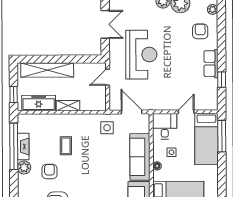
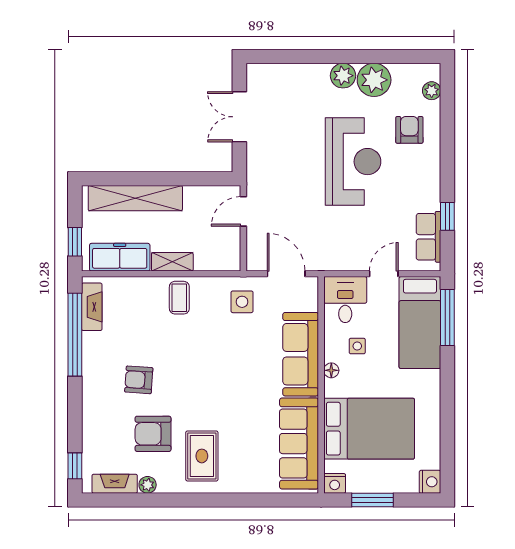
double door: (105, 24) -> (239, 117), swing flipped
reception desk: (141, 55) -> (353, 162), moved
row of seats: (211, 64) -> (428, 237), moved
coffee table: (66, 146) -> (179, 298), moved
fireplace: (23, 147) -> (92, 307), moved
plant: (24, 167) -> (93, 372), removed
armchair: (49, 172) -> (139, 380), turned -86

